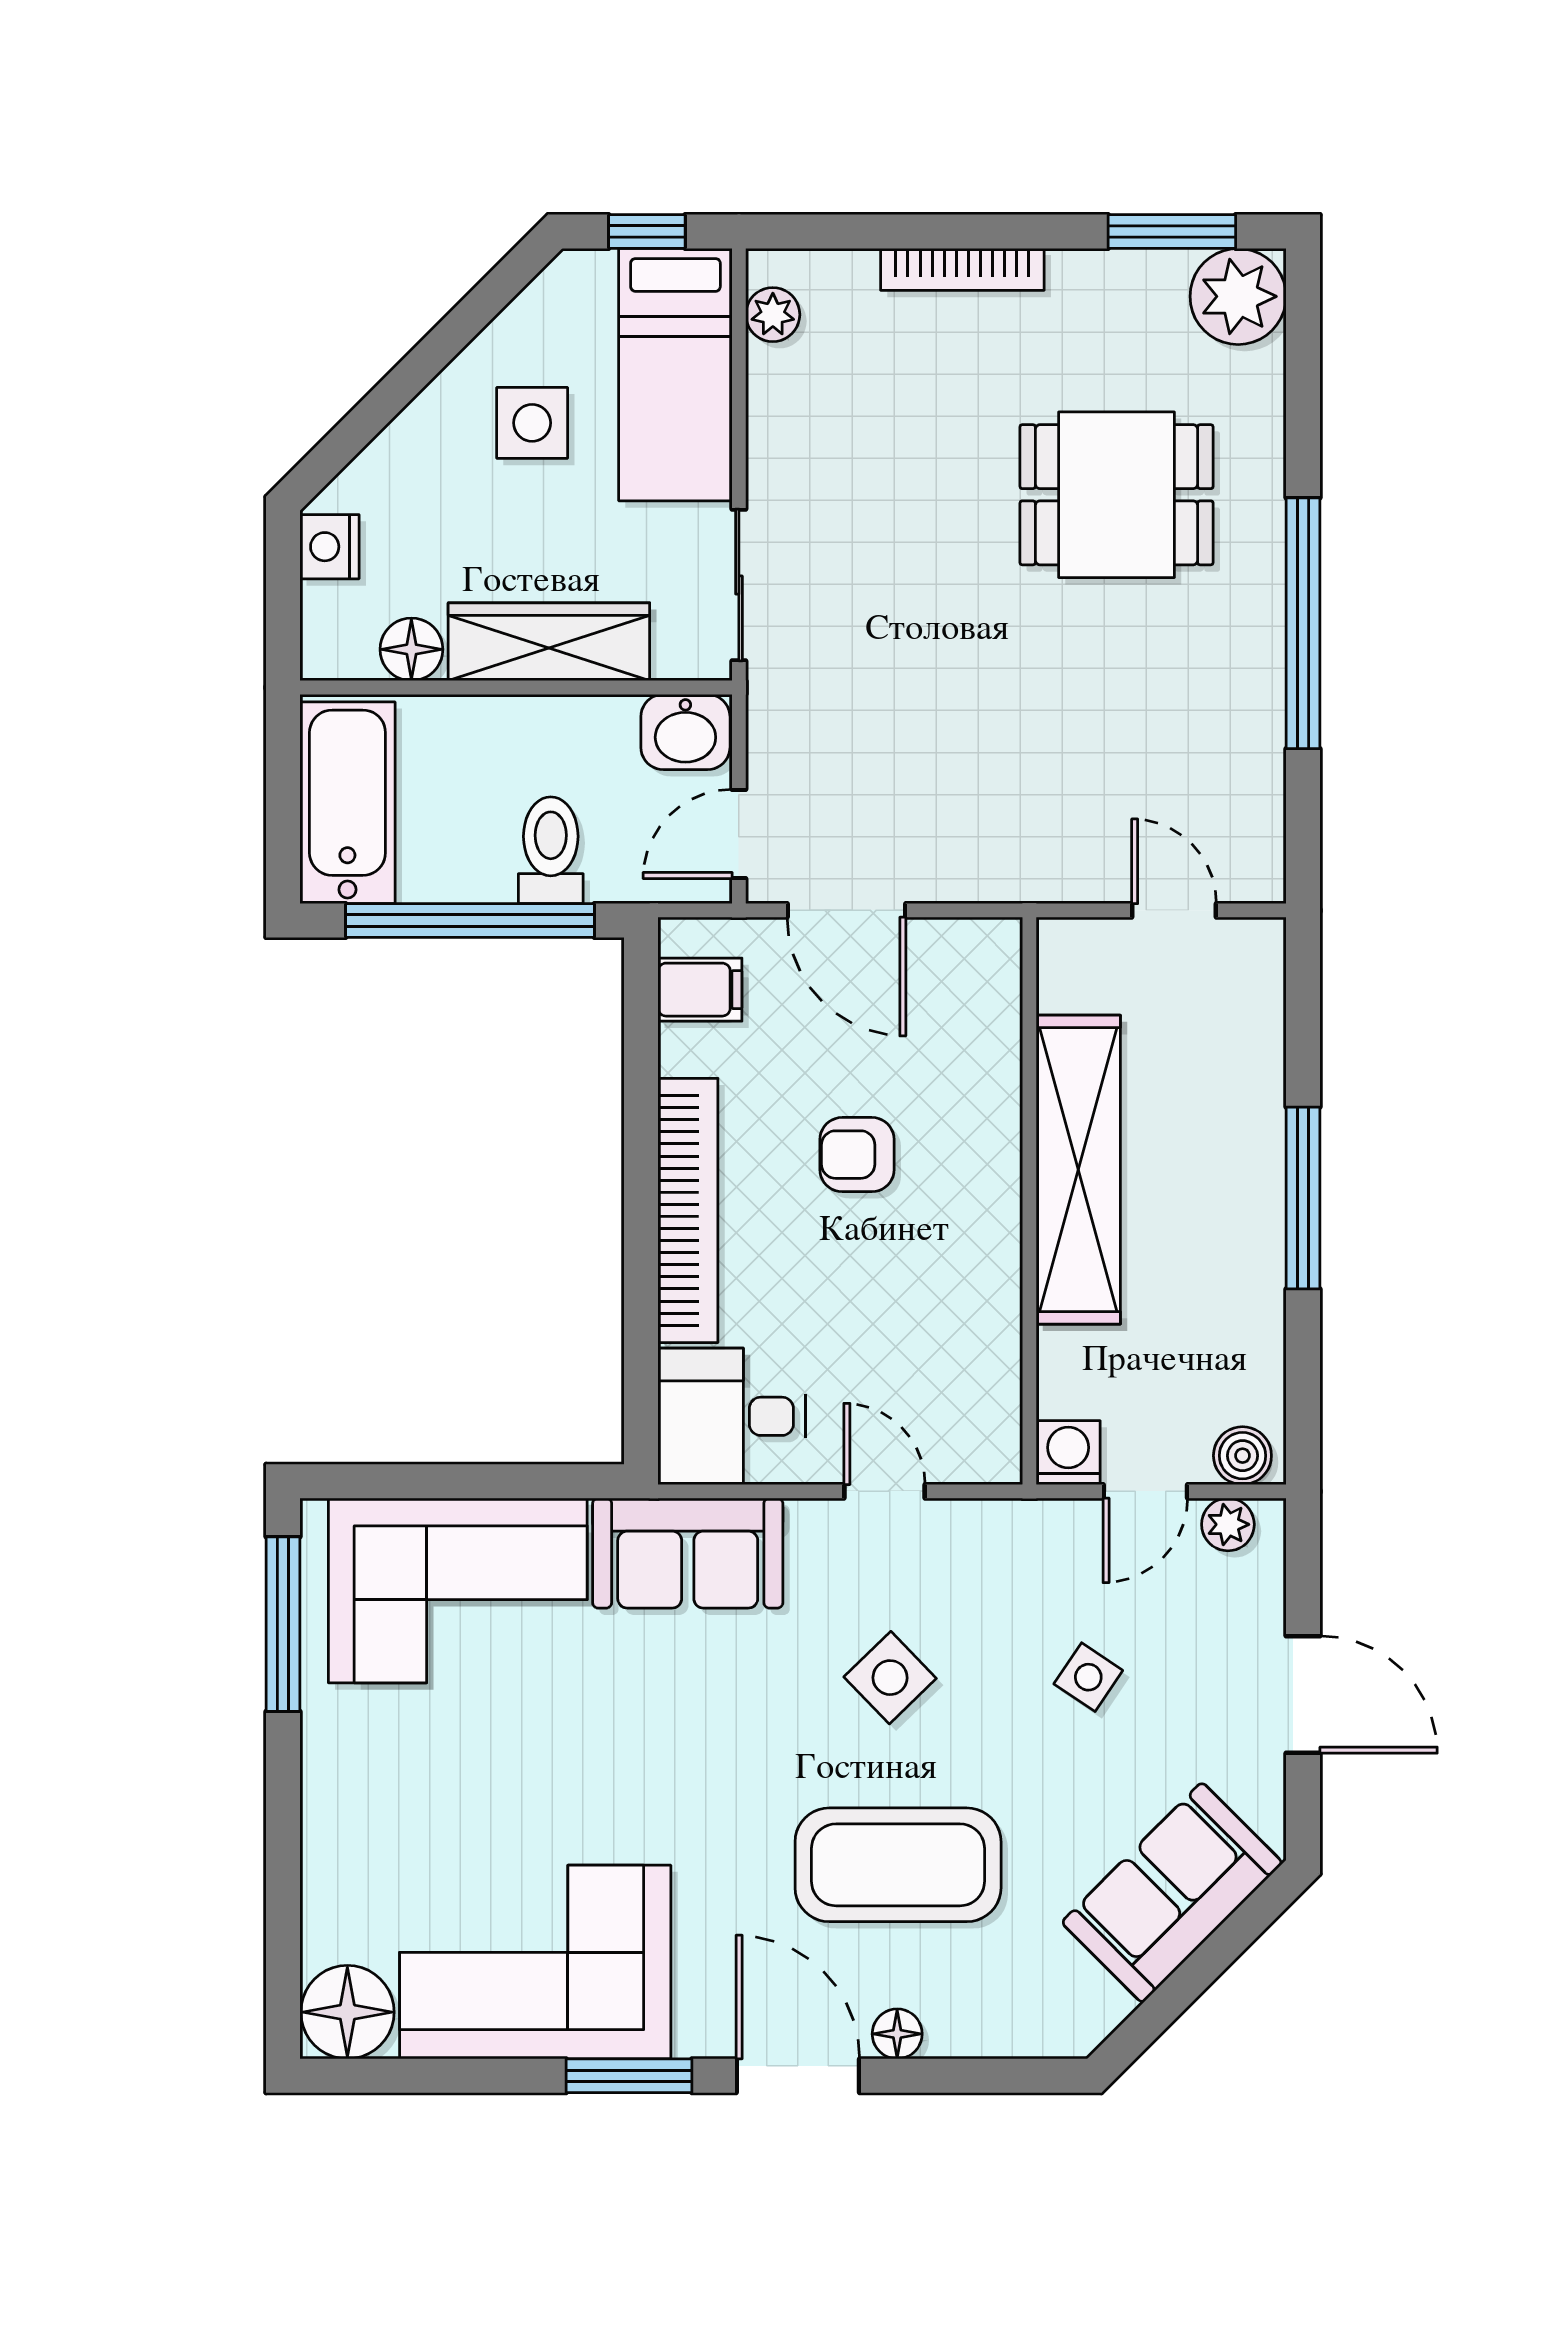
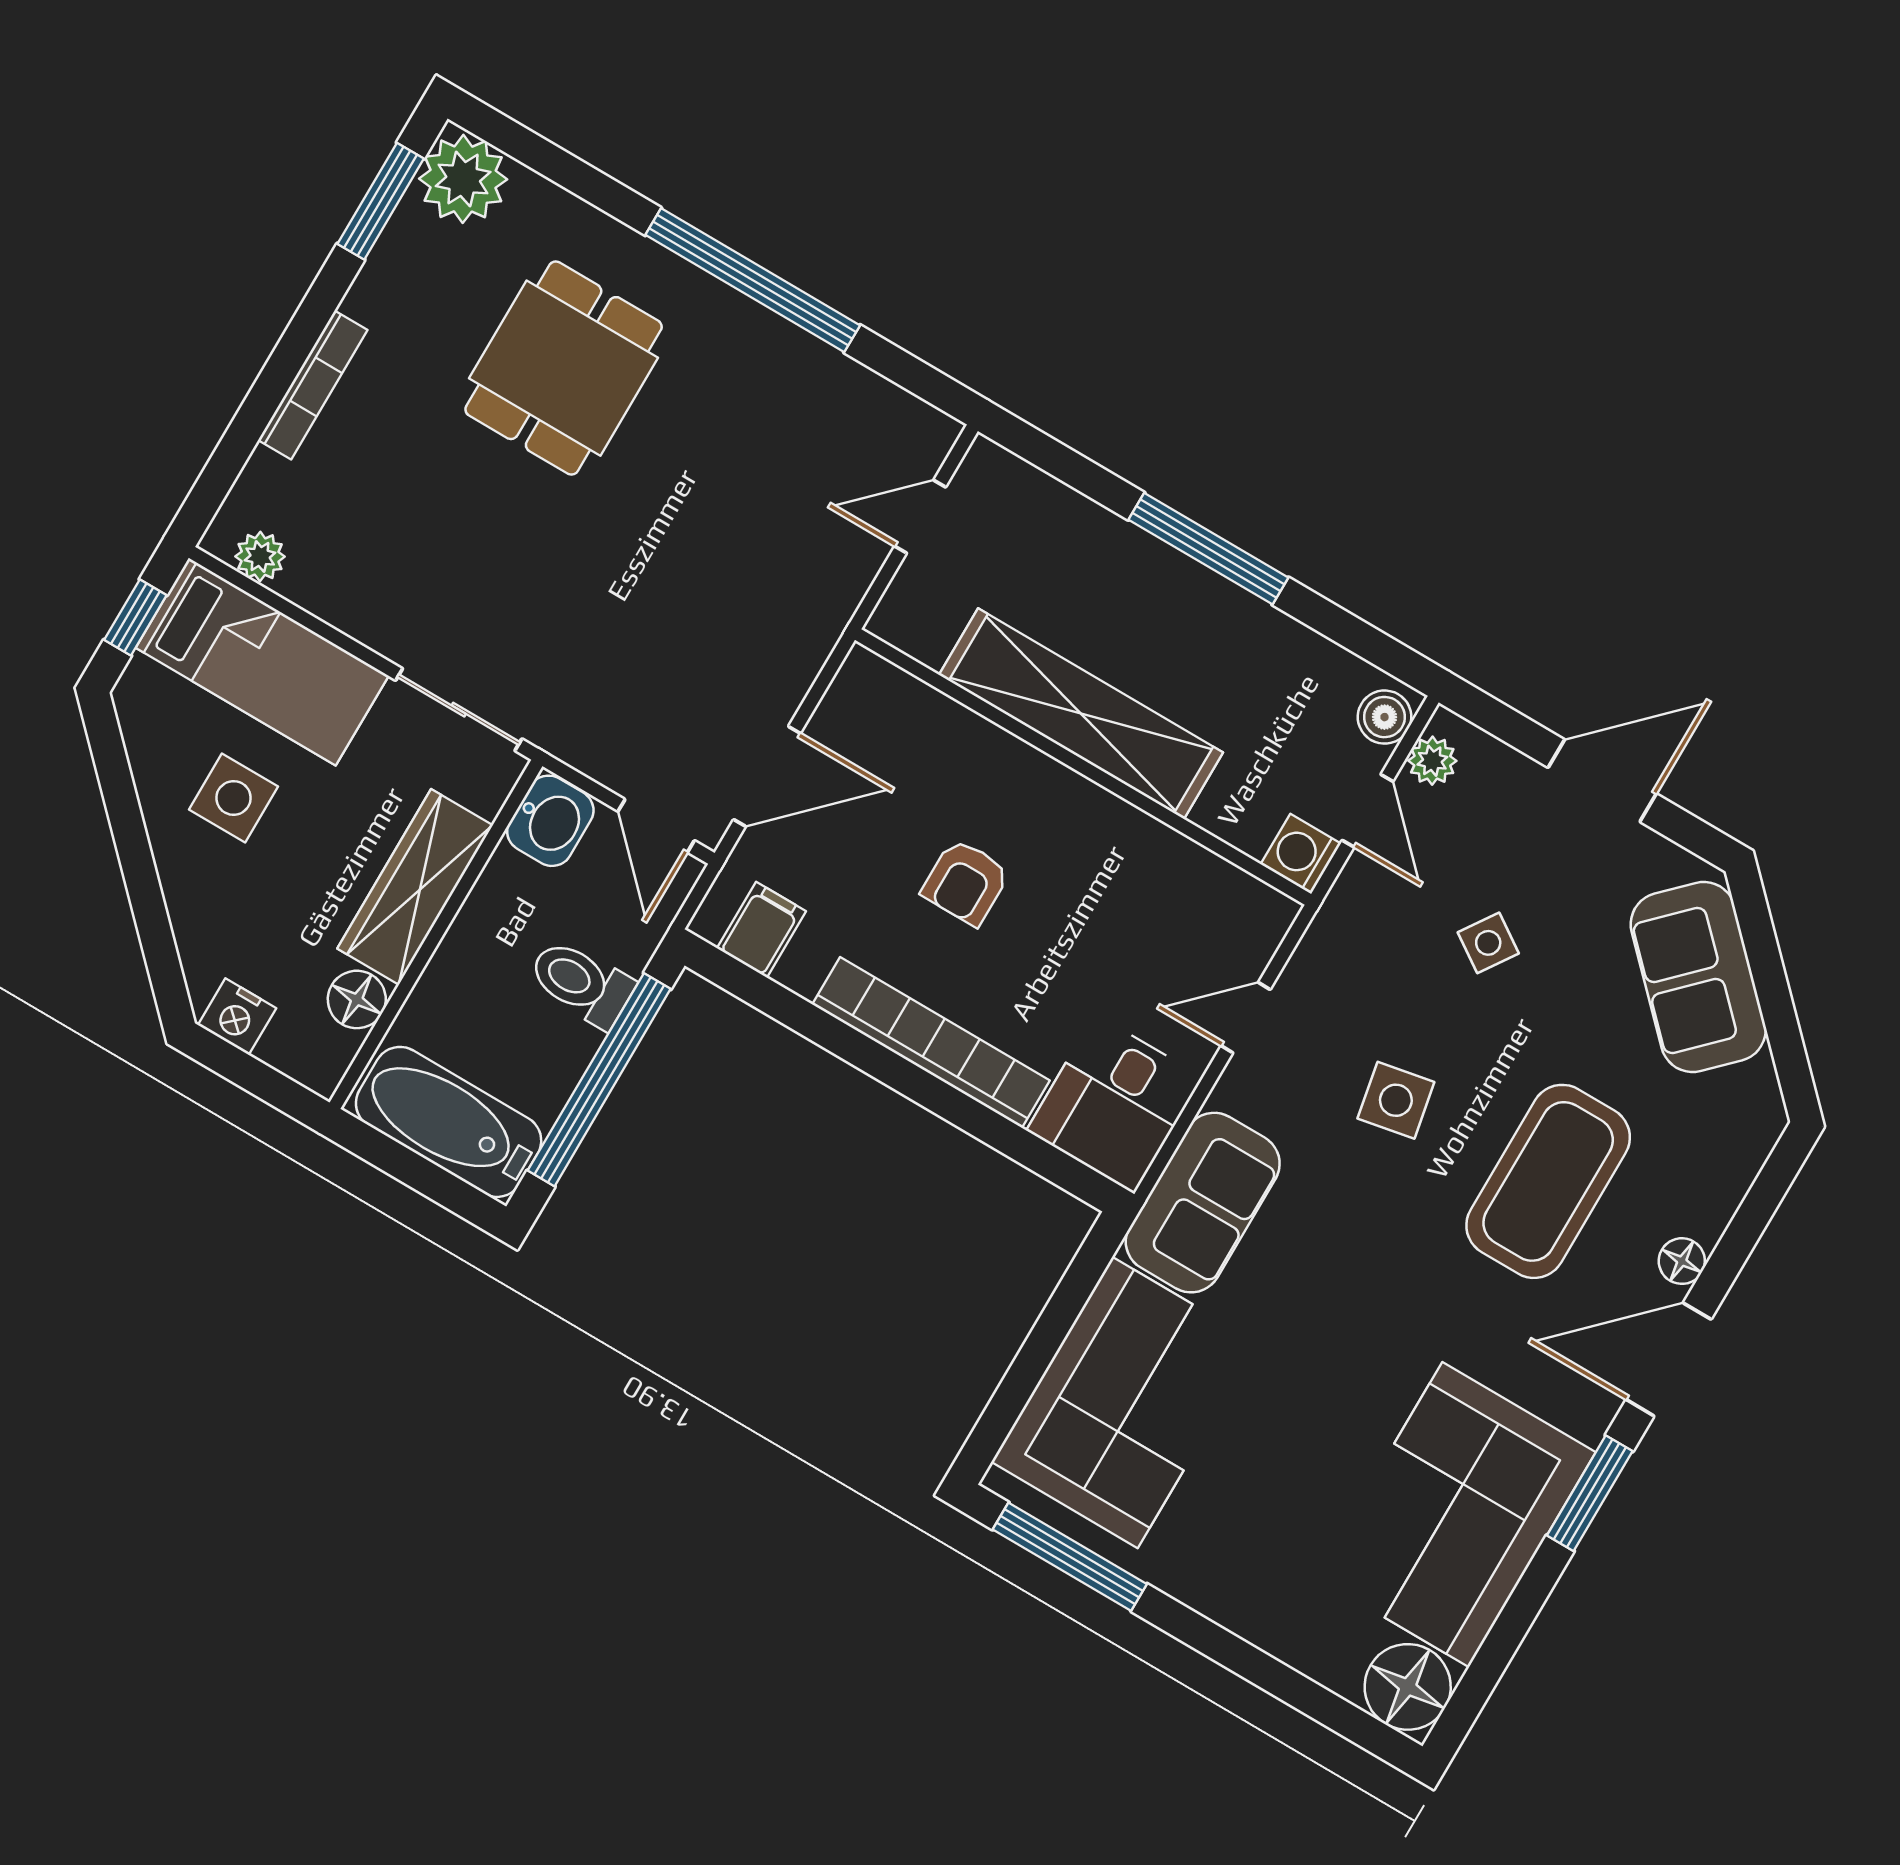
side table: (890, 1678) -> (1396, 1100), turned 33

